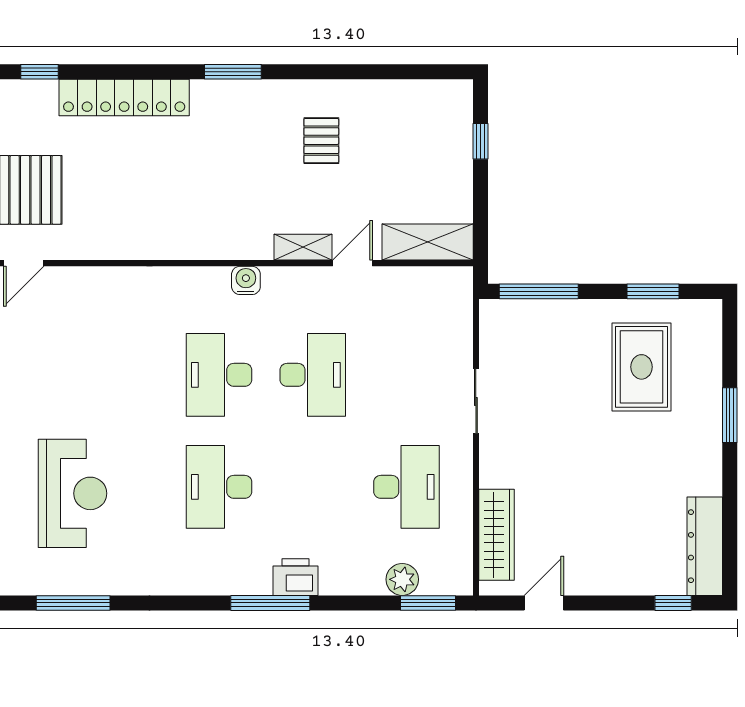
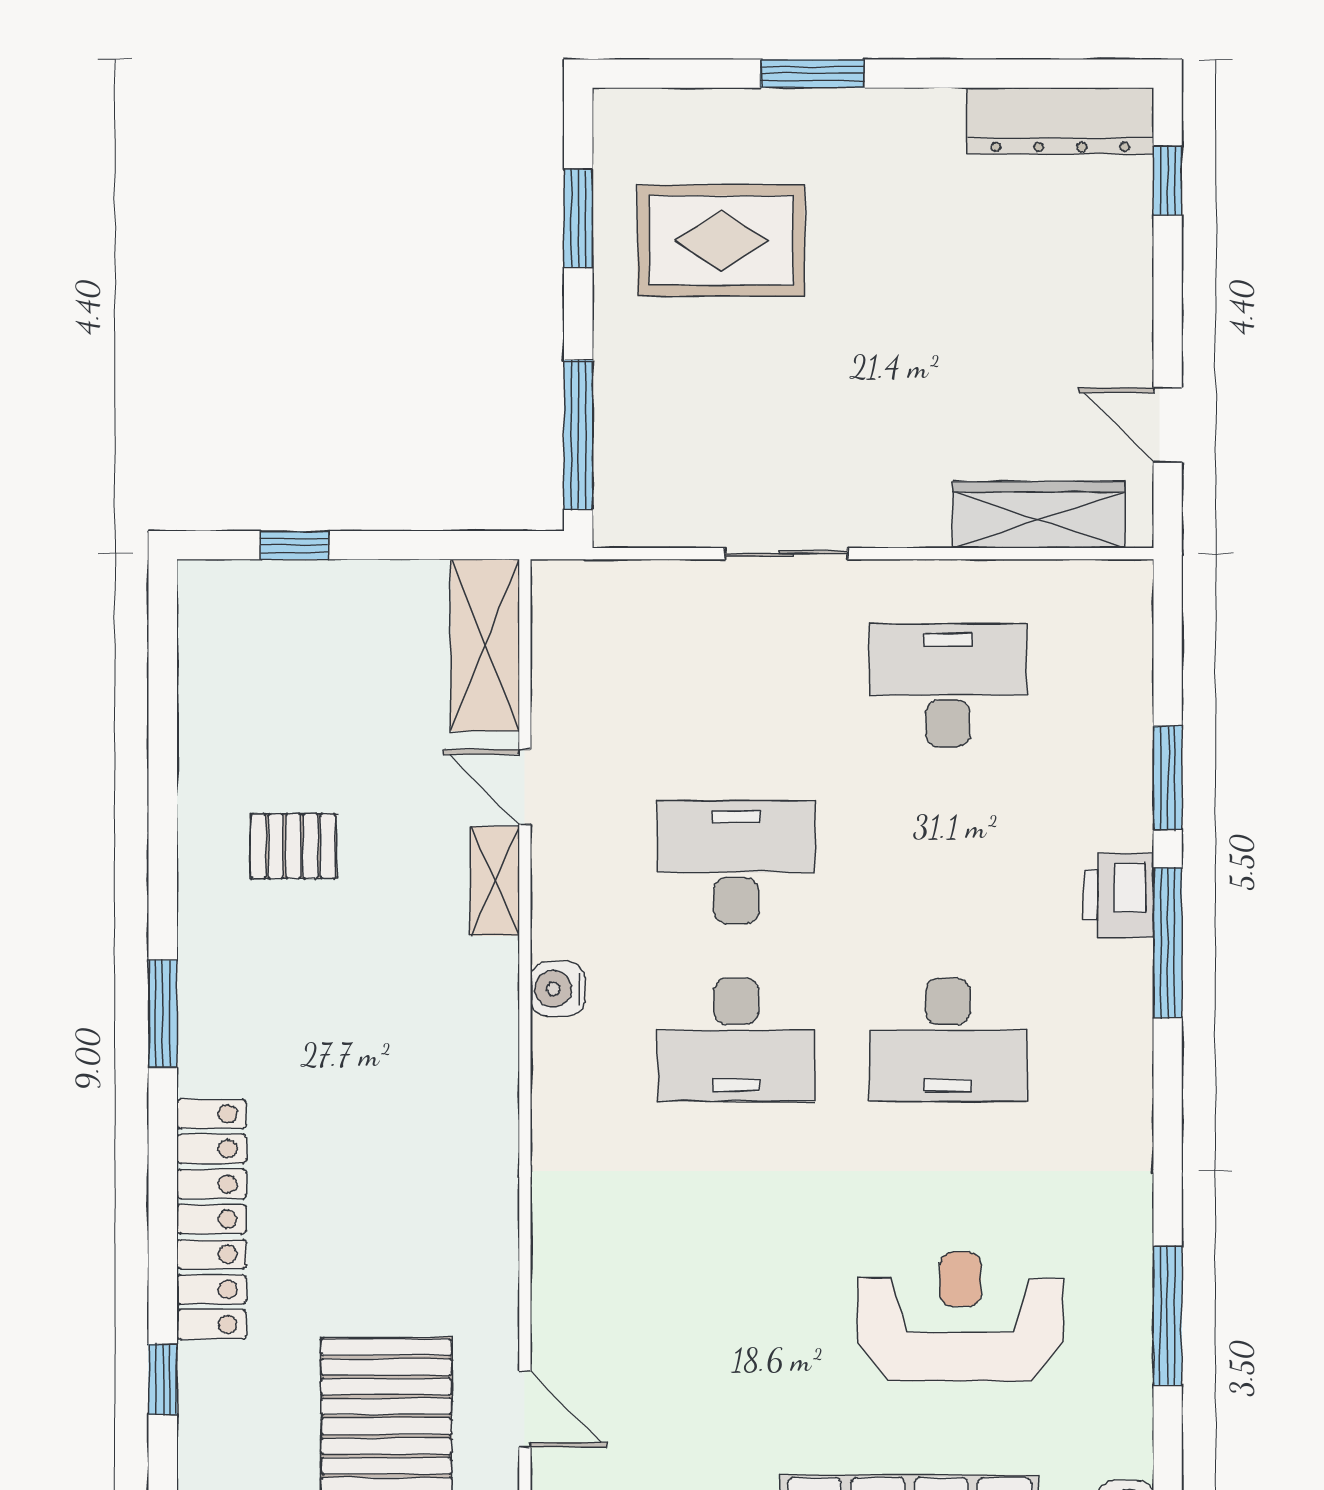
plant: (402, 579) -> (1123, 693), removed
window: (428, 603) -> (1168, 778), moved

